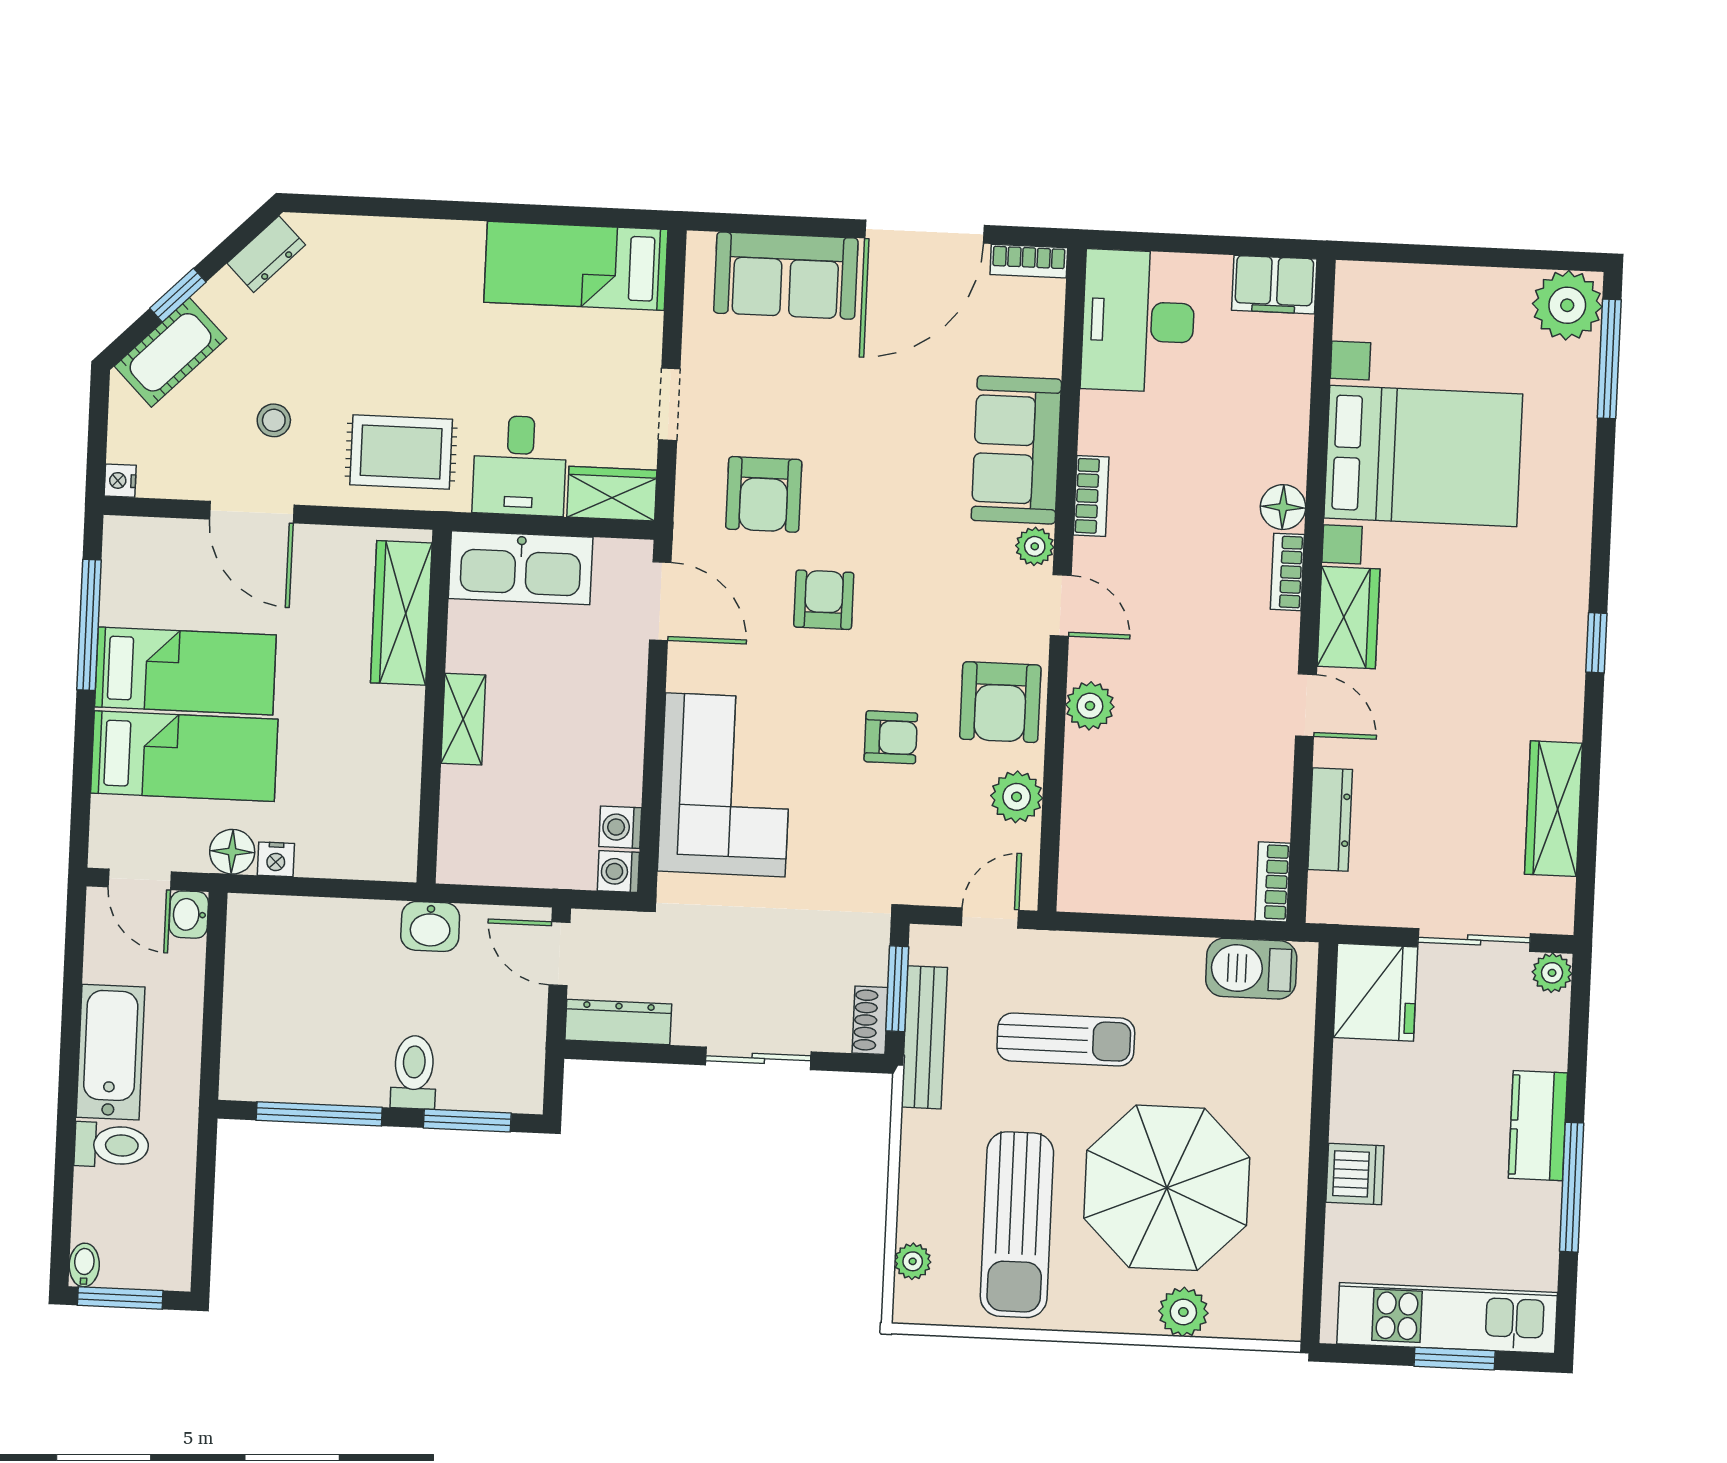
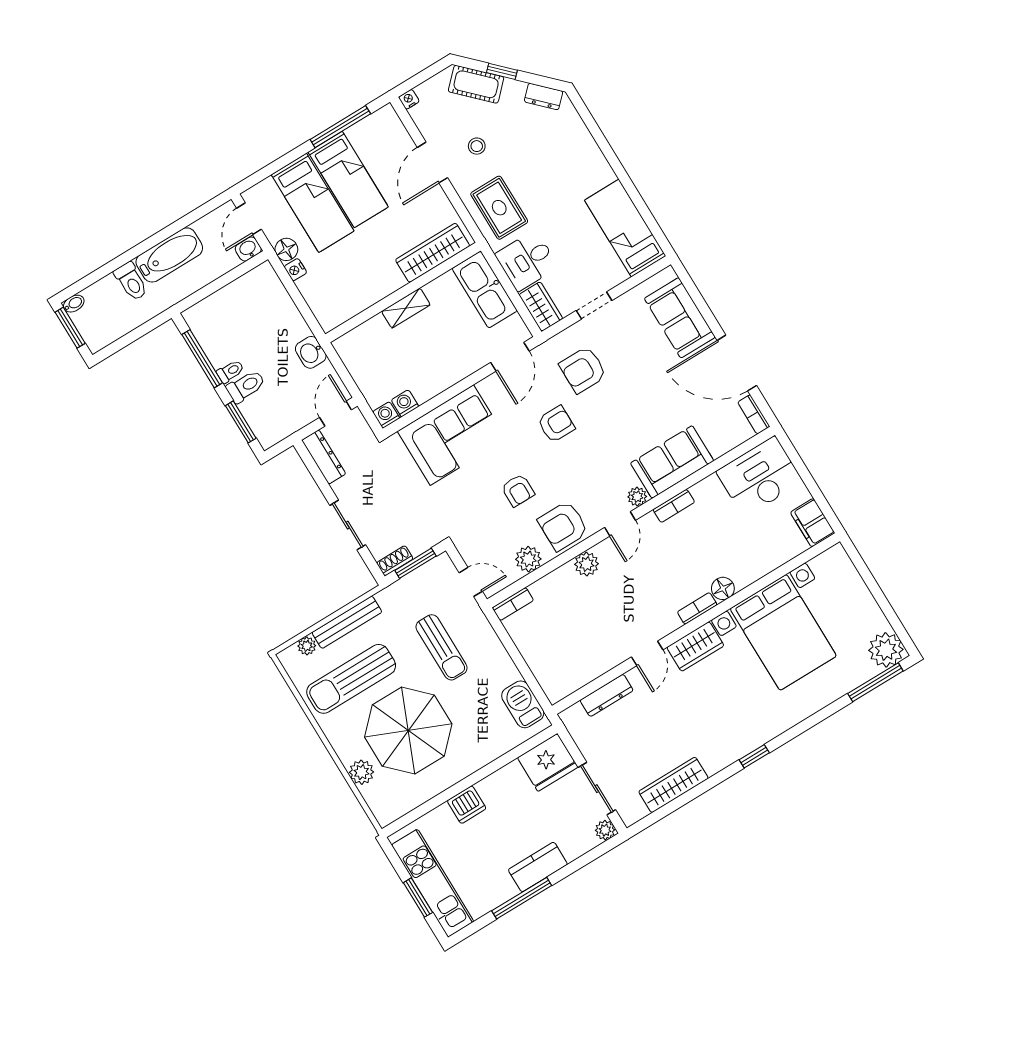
bookcase: (1273, 882) -> (513, 604), moved, turned 180
bench: (924, 1037) -> (347, 622), moved
toilet: (372, 1081) -> (230, 371), added

